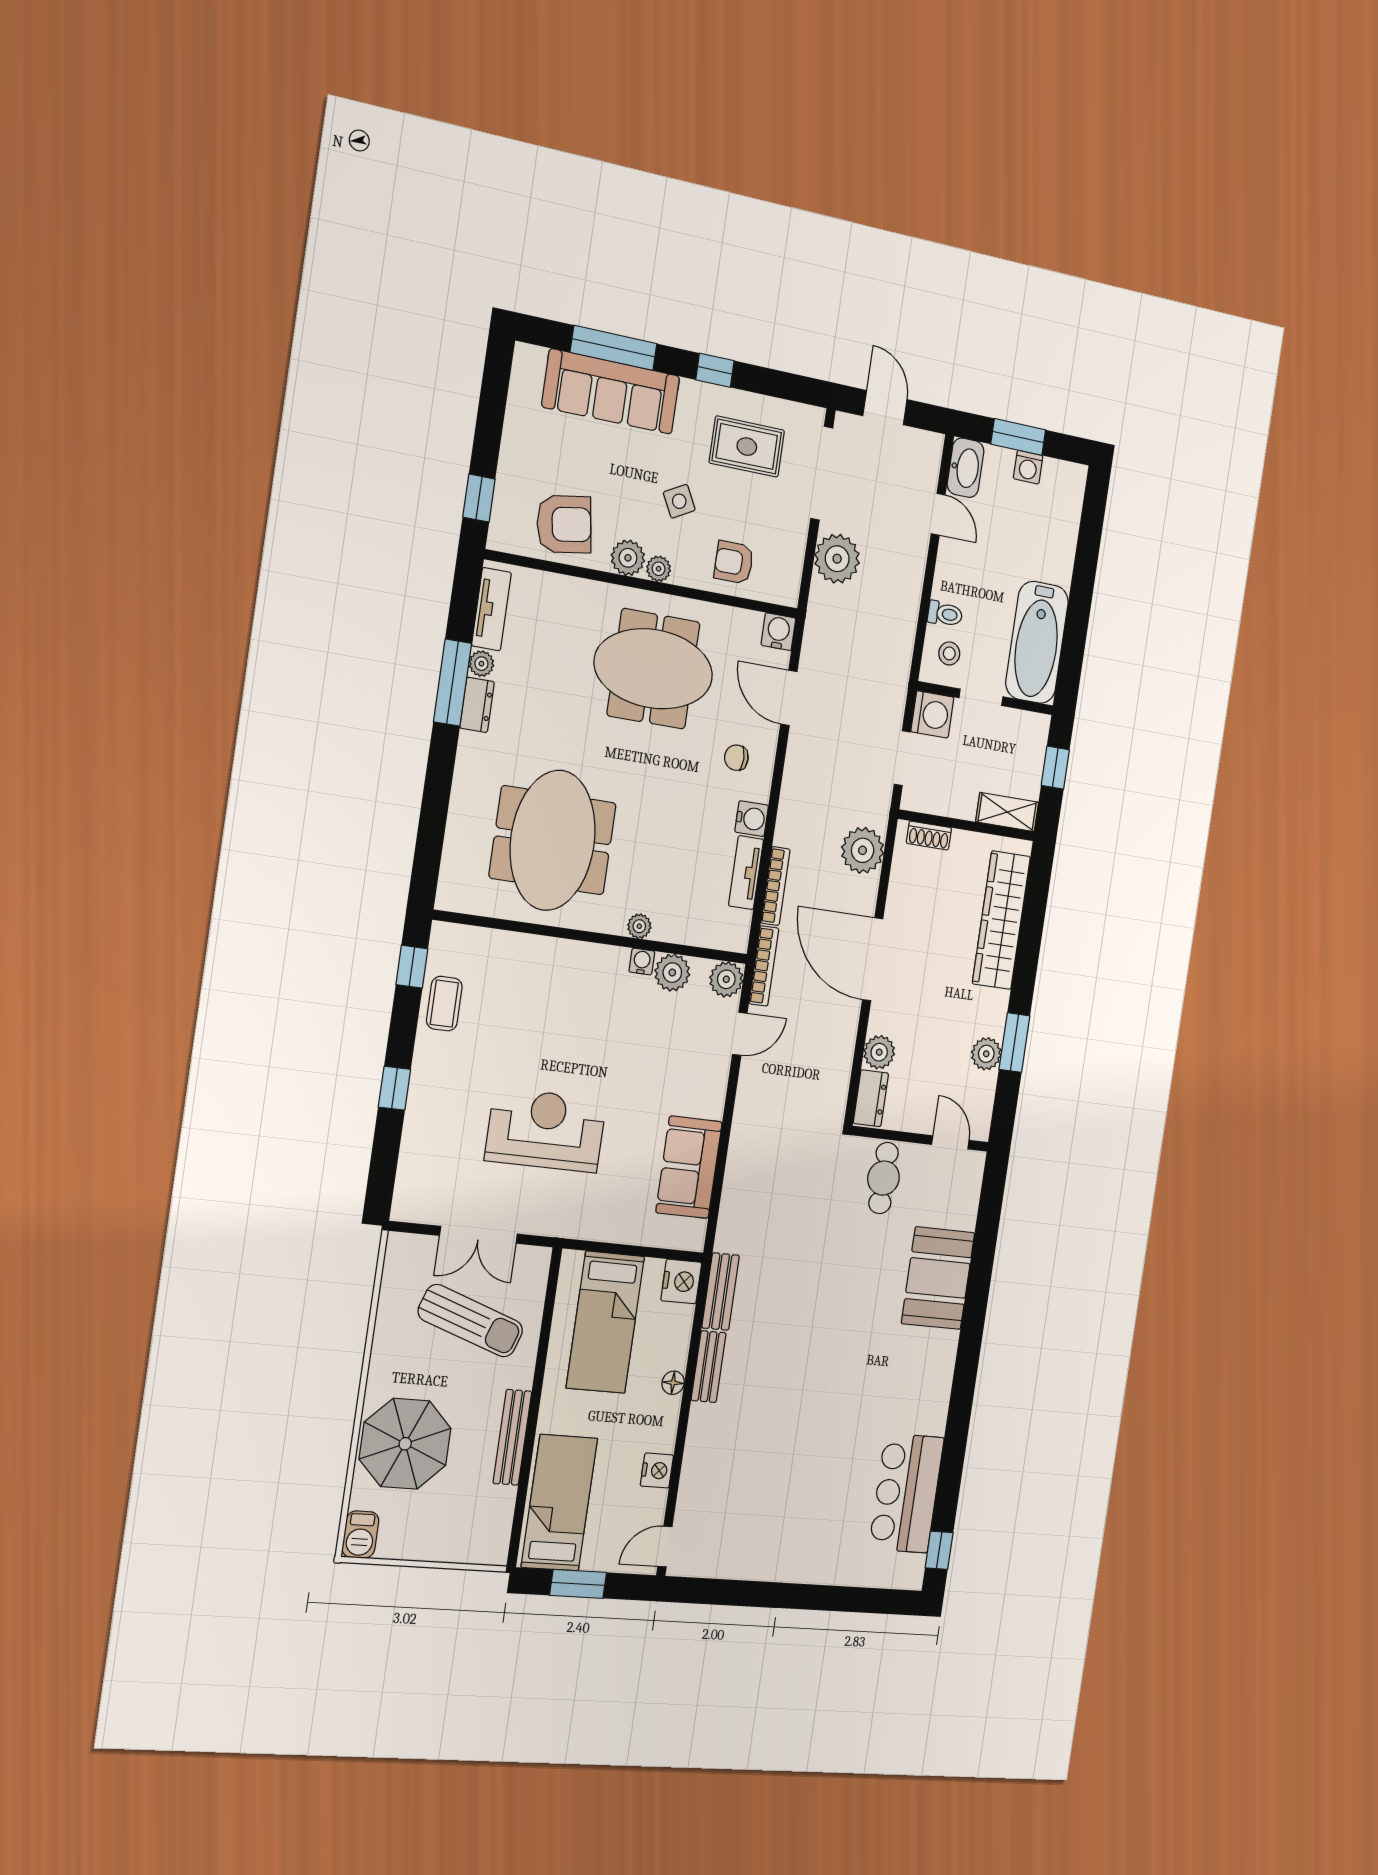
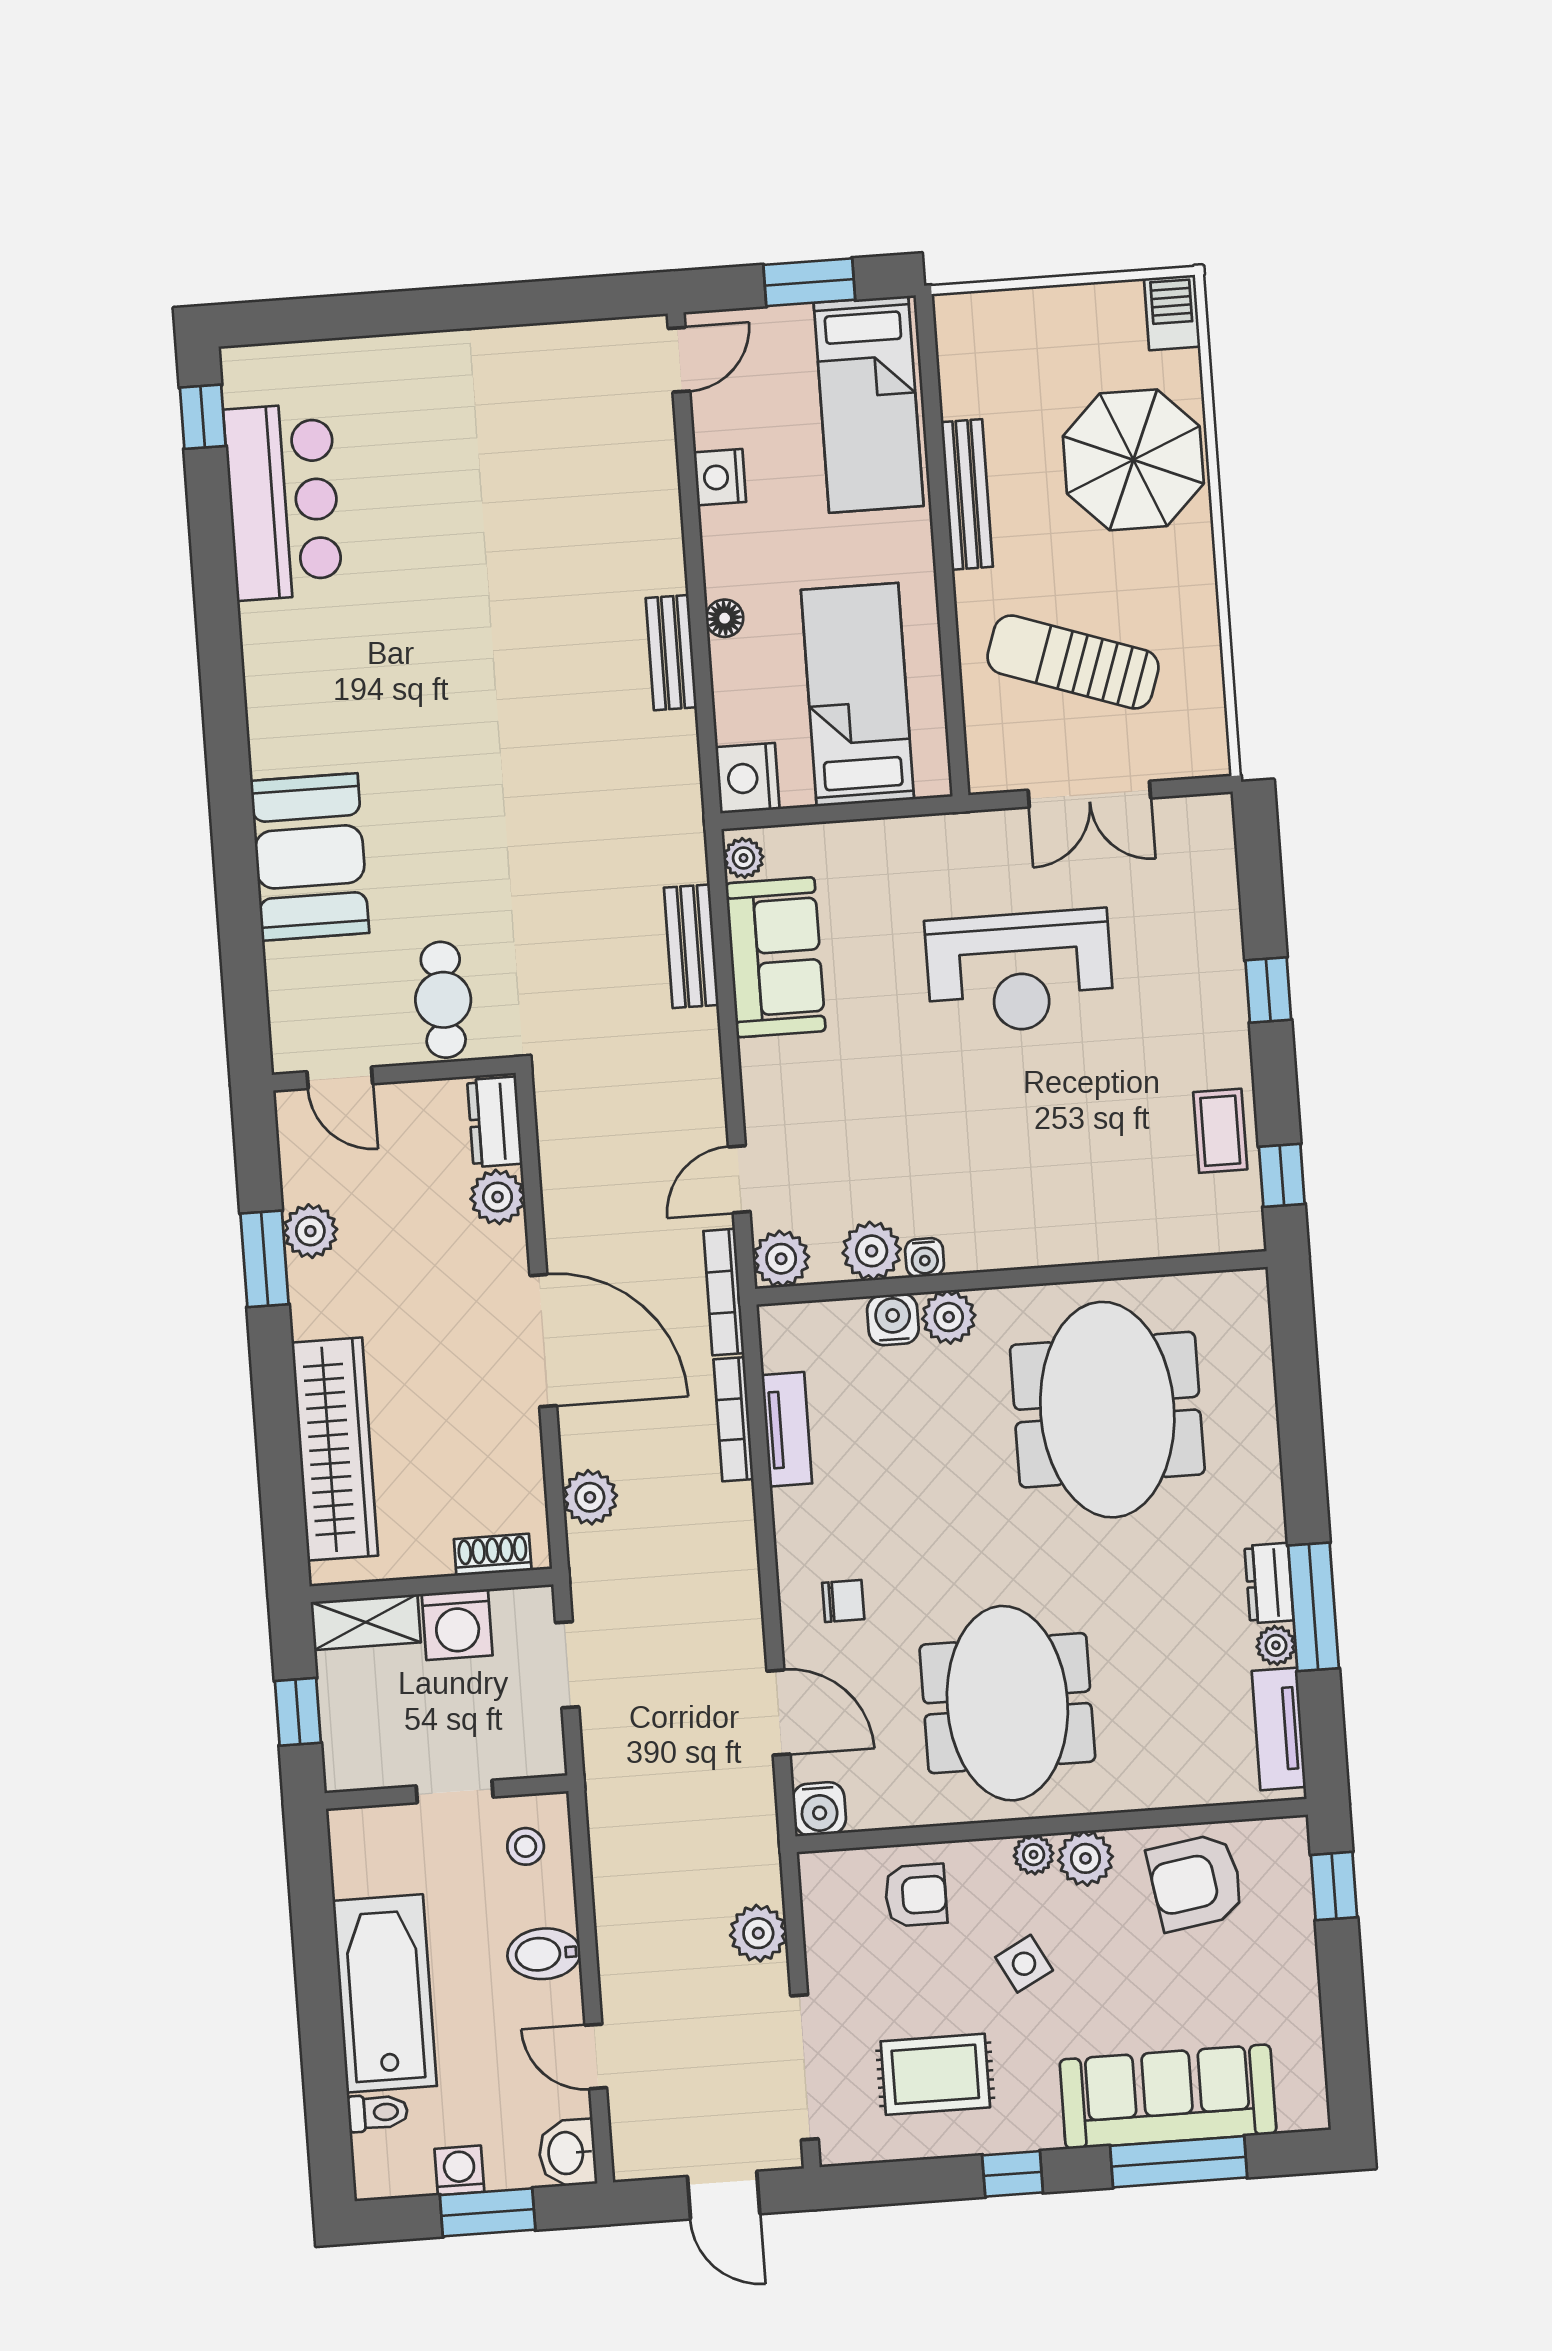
washbasin: (966, 468) -> (567, 2153), width x0.72
plant: (837, 559) -> (758, 1933), width x0.73, depth x0.73
bidet: (953, 585) -> (544, 1954), added
toilet: (945, 614) -> (378, 2113), moved, turned 180
bathtub: (1037, 642) -> (385, 1993), moved
meeting table: (653, 669) -> (1007, 1703), turned 90
washing machine: (932, 714) -> (457, 1625), moved, turned -90
water cooler: (752, 819) -> (893, 1319), moved, turned 90
plant: (863, 850) -> (590, 1497), width x0.73, depth x0.73
plant: (639, 926) -> (949, 1317), width x1.38, depth x1.38
plant: (694, 1232) -> (744, 858), added
double door: (479, 1235) -> (1089, 794), swing flipped
bench: (721, 1292) -> (691, 946), moved

